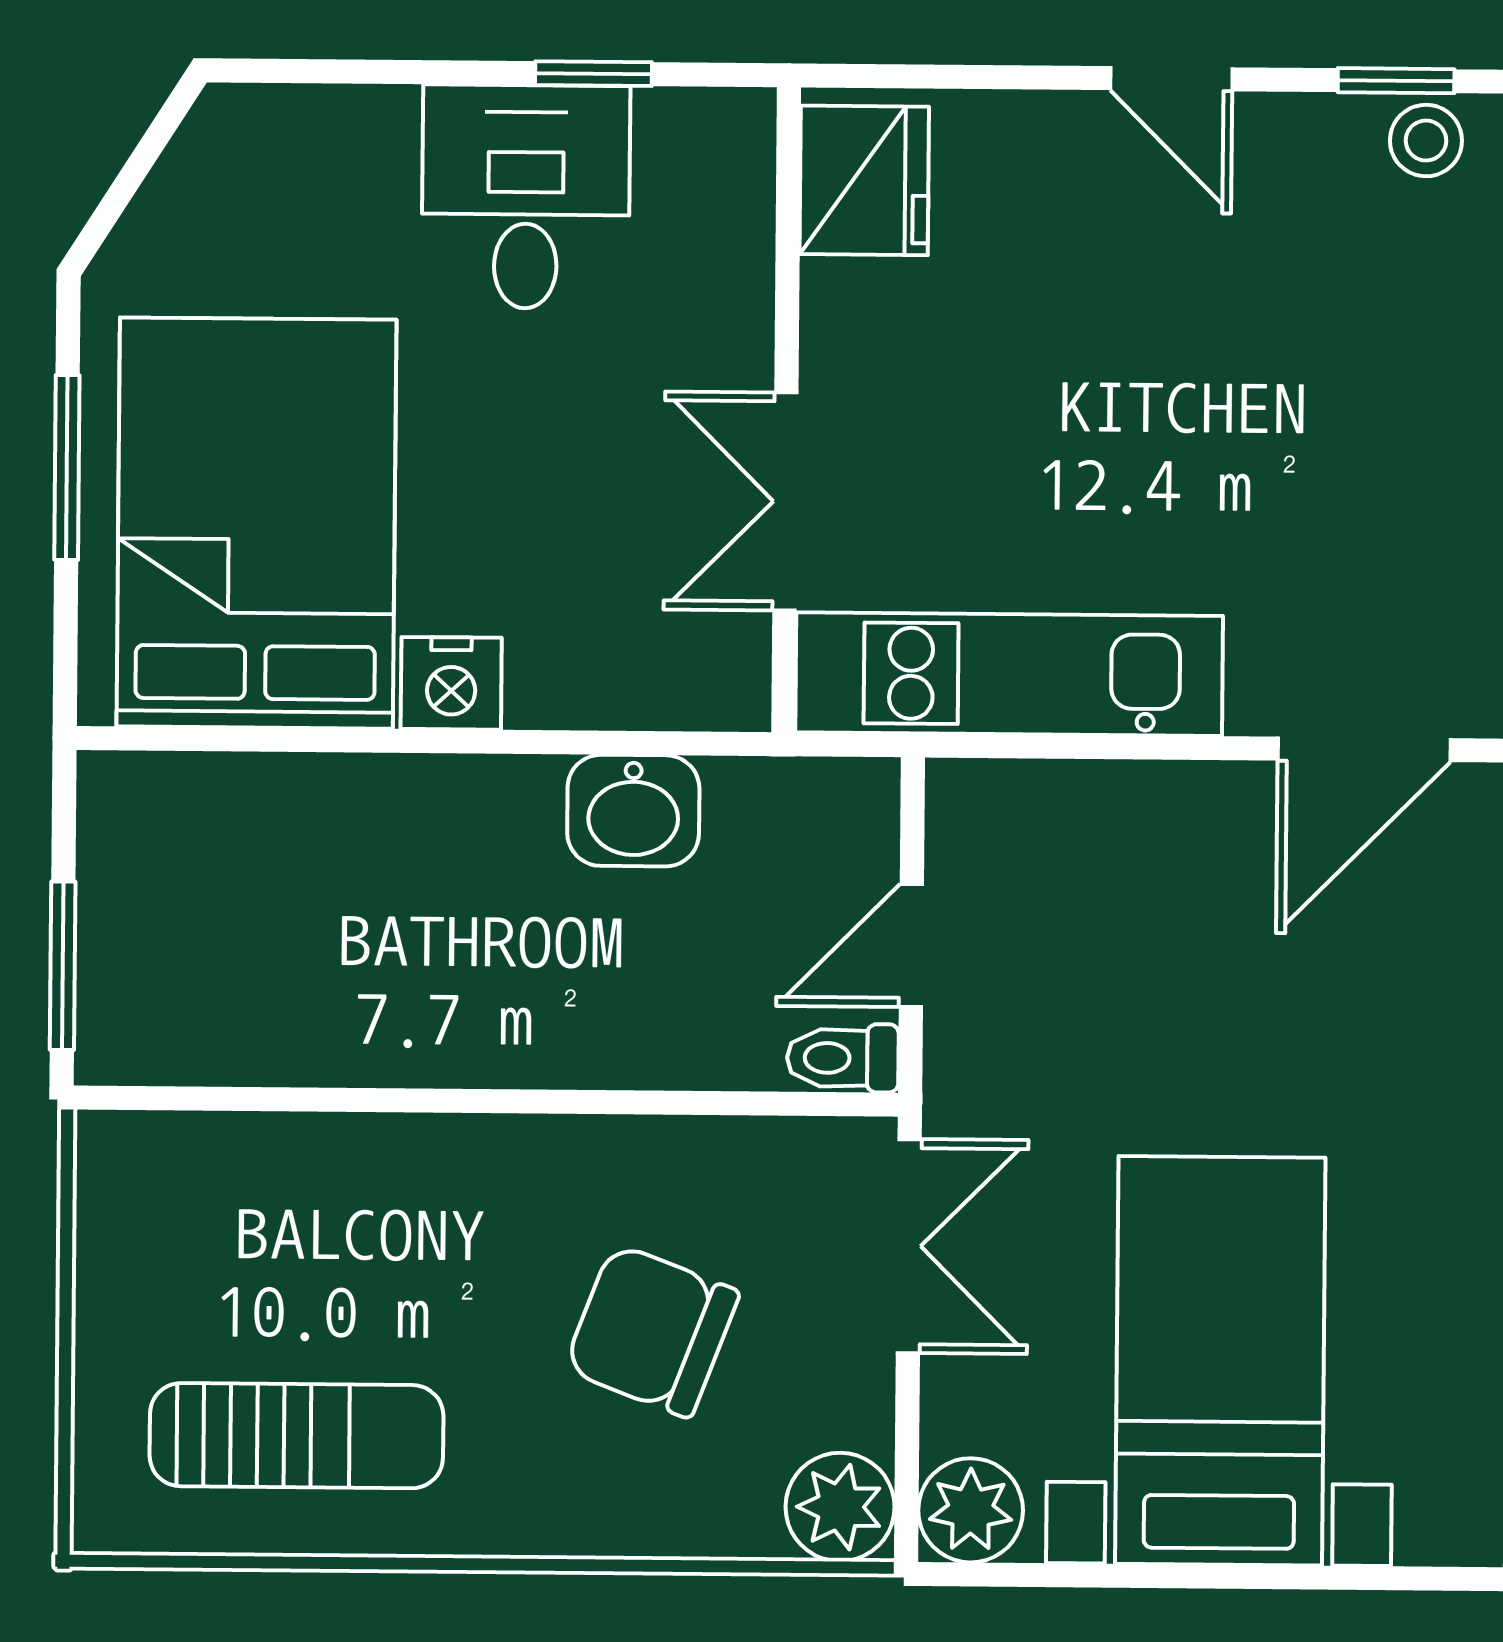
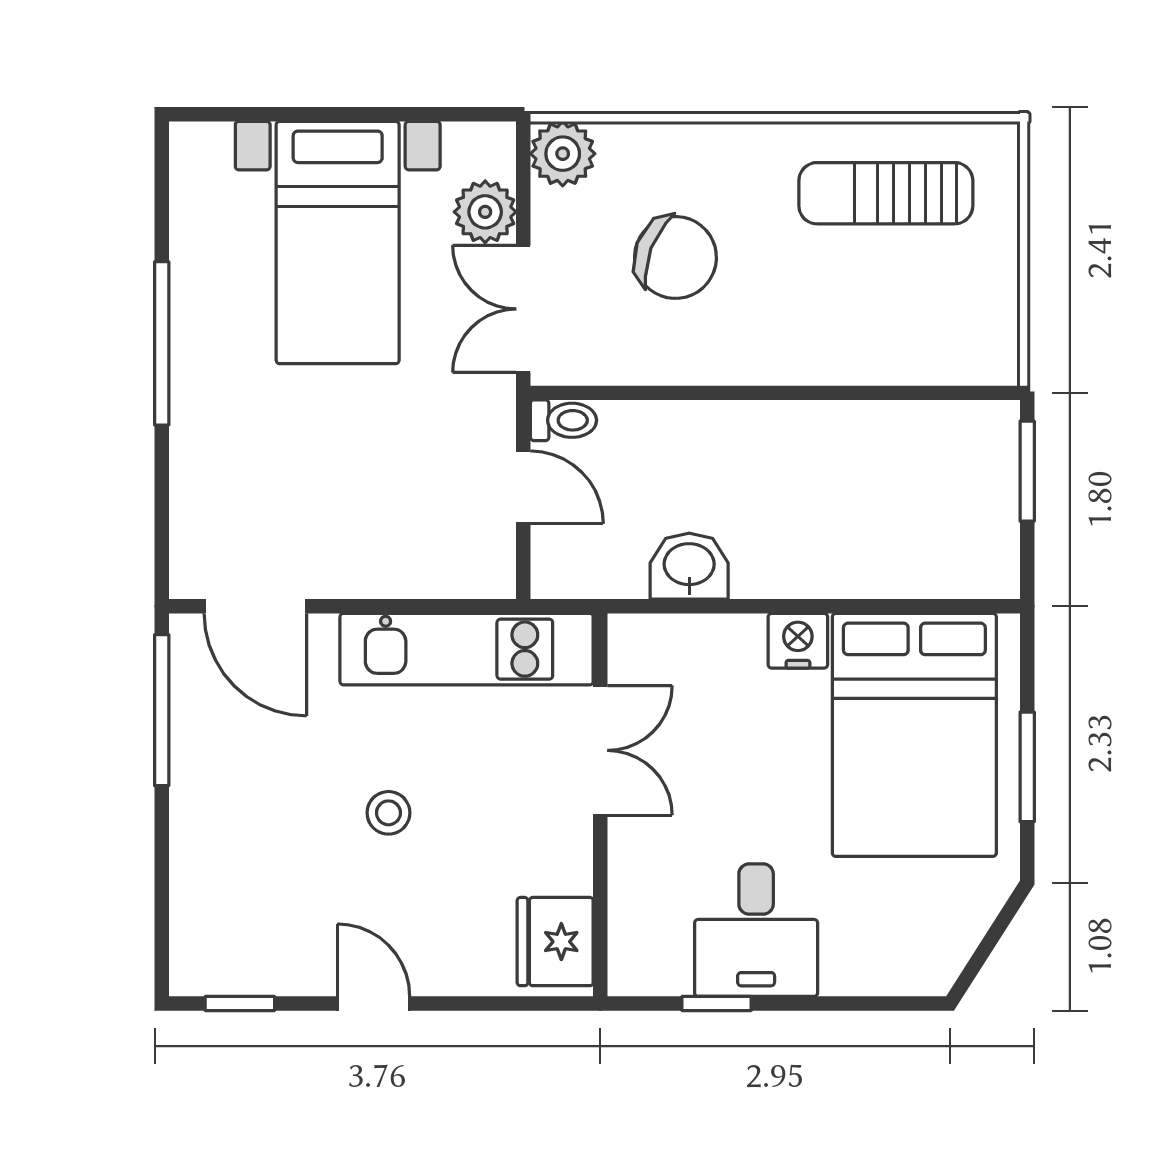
stool: (1426, 141) -> (388, 813), moved
door: (1364, 749) -> (255, 606), swing flipped
door: (911, 946) -> (523, 487), hinge flipped
plant: (971, 1510) -> (485, 212), moved

